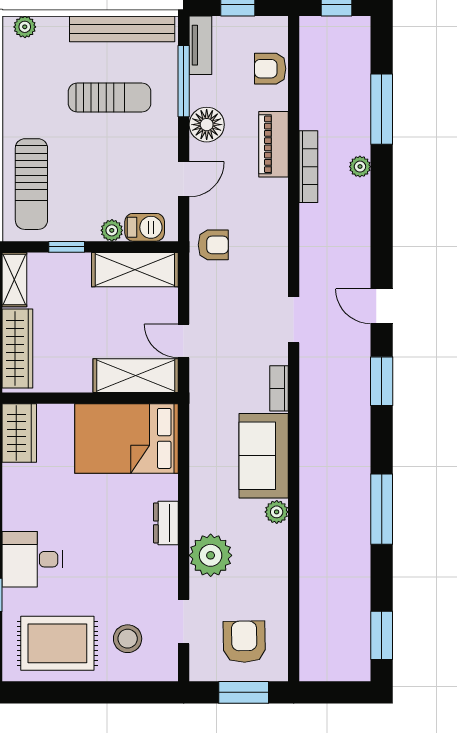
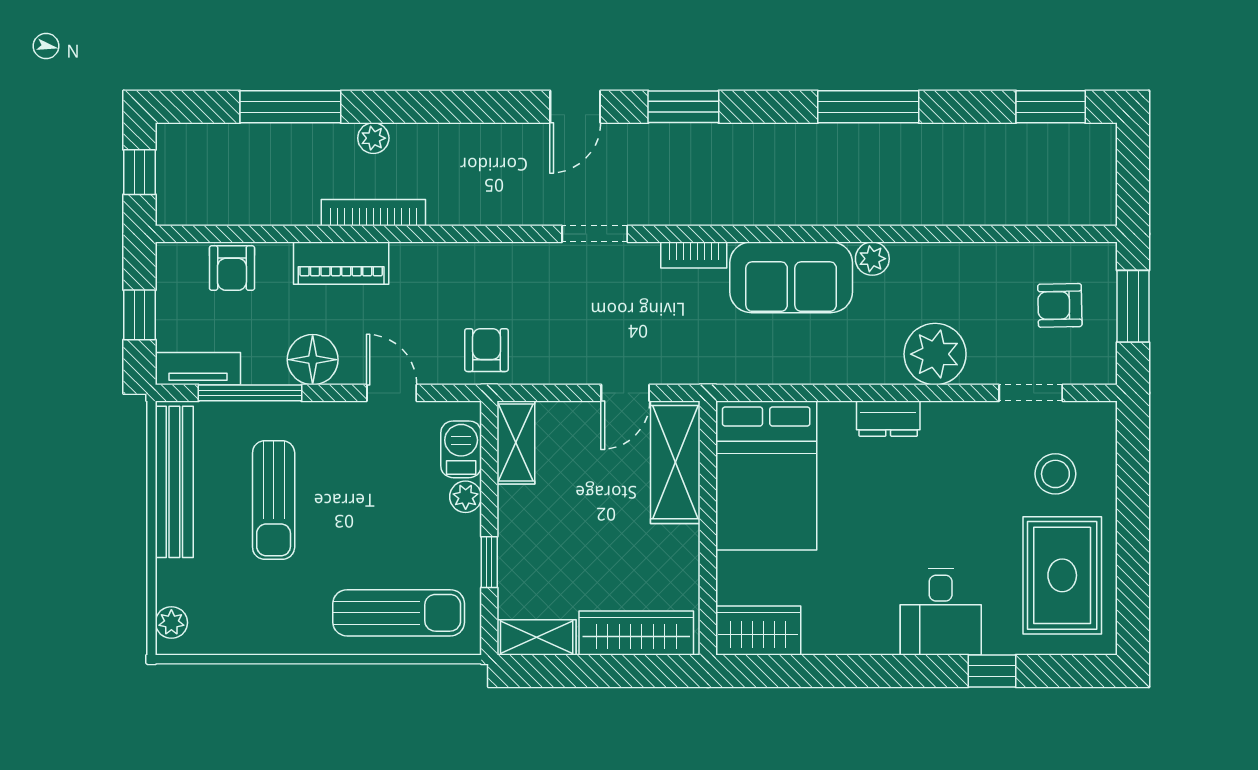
sun lounger: (110, 98) -> (274, 500), turned 180
shelving: (135, 270) -> (516, 442), width x0.67, depth x0.75
armchair: (244, 642) -> (1060, 305), width x0.72, depth x0.72

